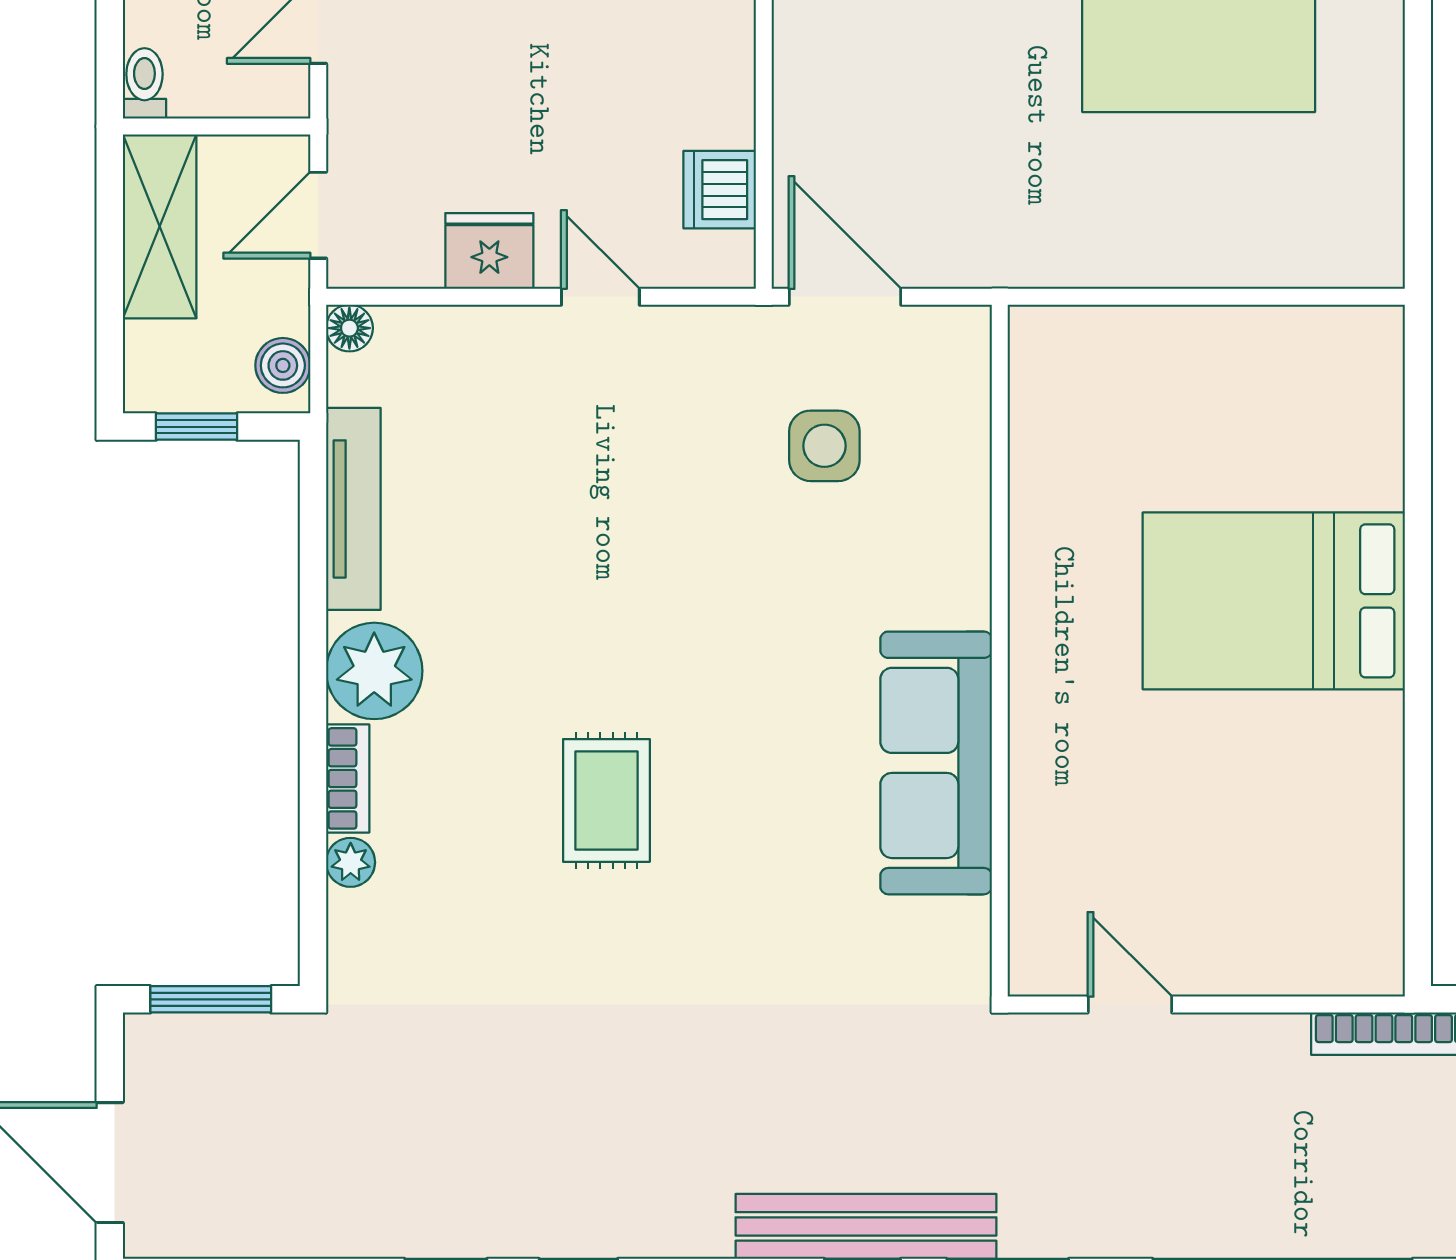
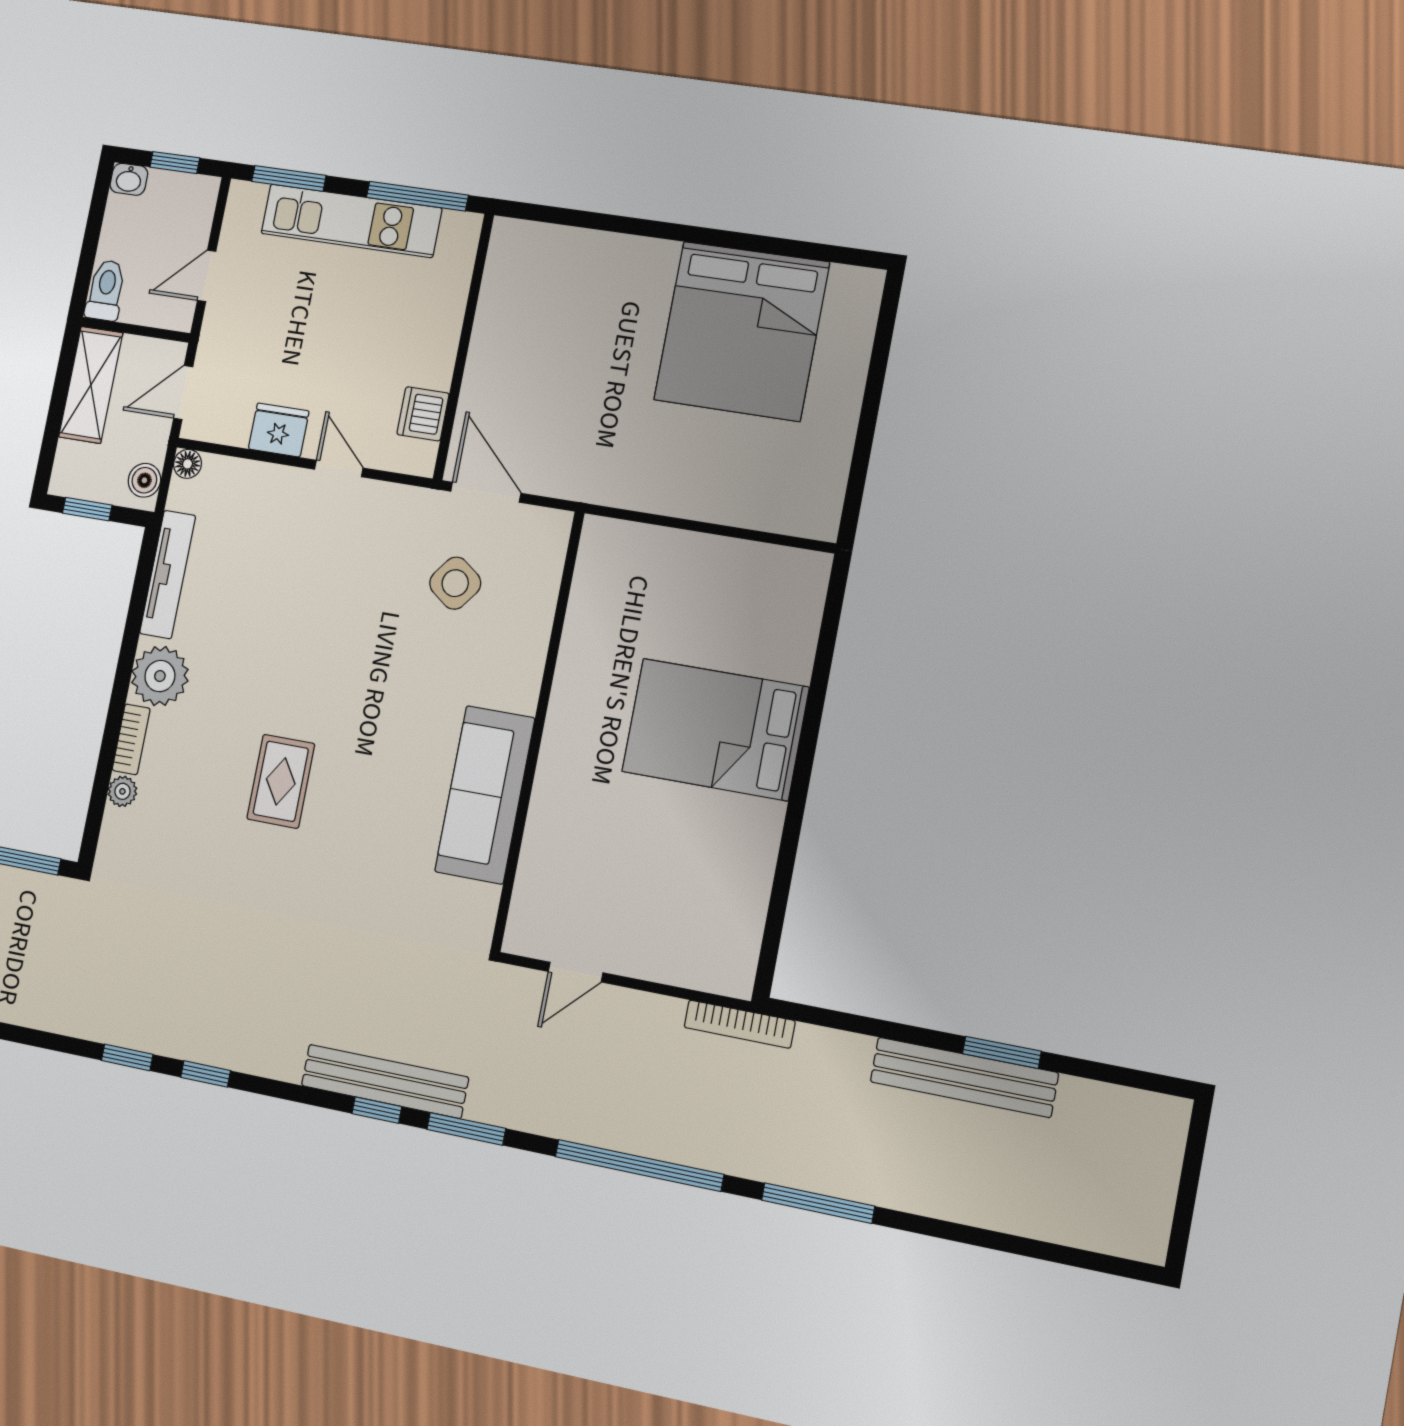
toilet: (144, 83) -> (106, 290), width x1.37, depth x1.39
side table: (824, 446) -> (455, 583), turned 37
door: (1130, 1005) -> (576, 972), swing flipped

